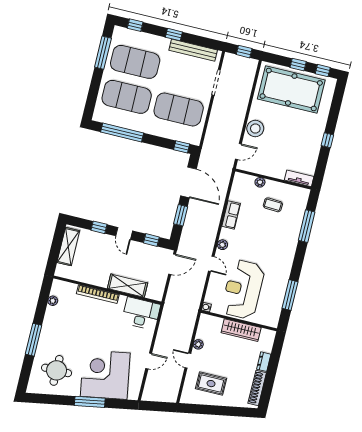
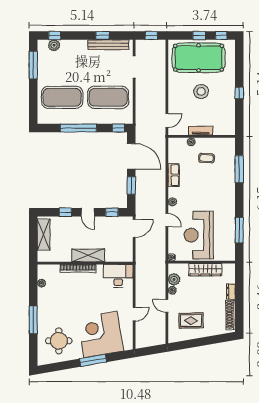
window: (174, 35) -> (102, 35), moved
plant: (132, 36) -> (54, 45), added
exercise mat: (135, 62) -> (62, 66), removed
stool: (255, 129) -> (201, 91), moved
window: (122, 132) -> (78, 128), moved
tv unit: (299, 178) -> (201, 131), moved
shelving: (128, 286) -> (88, 255), moved
plant: (203, 333) -> (174, 279), added

